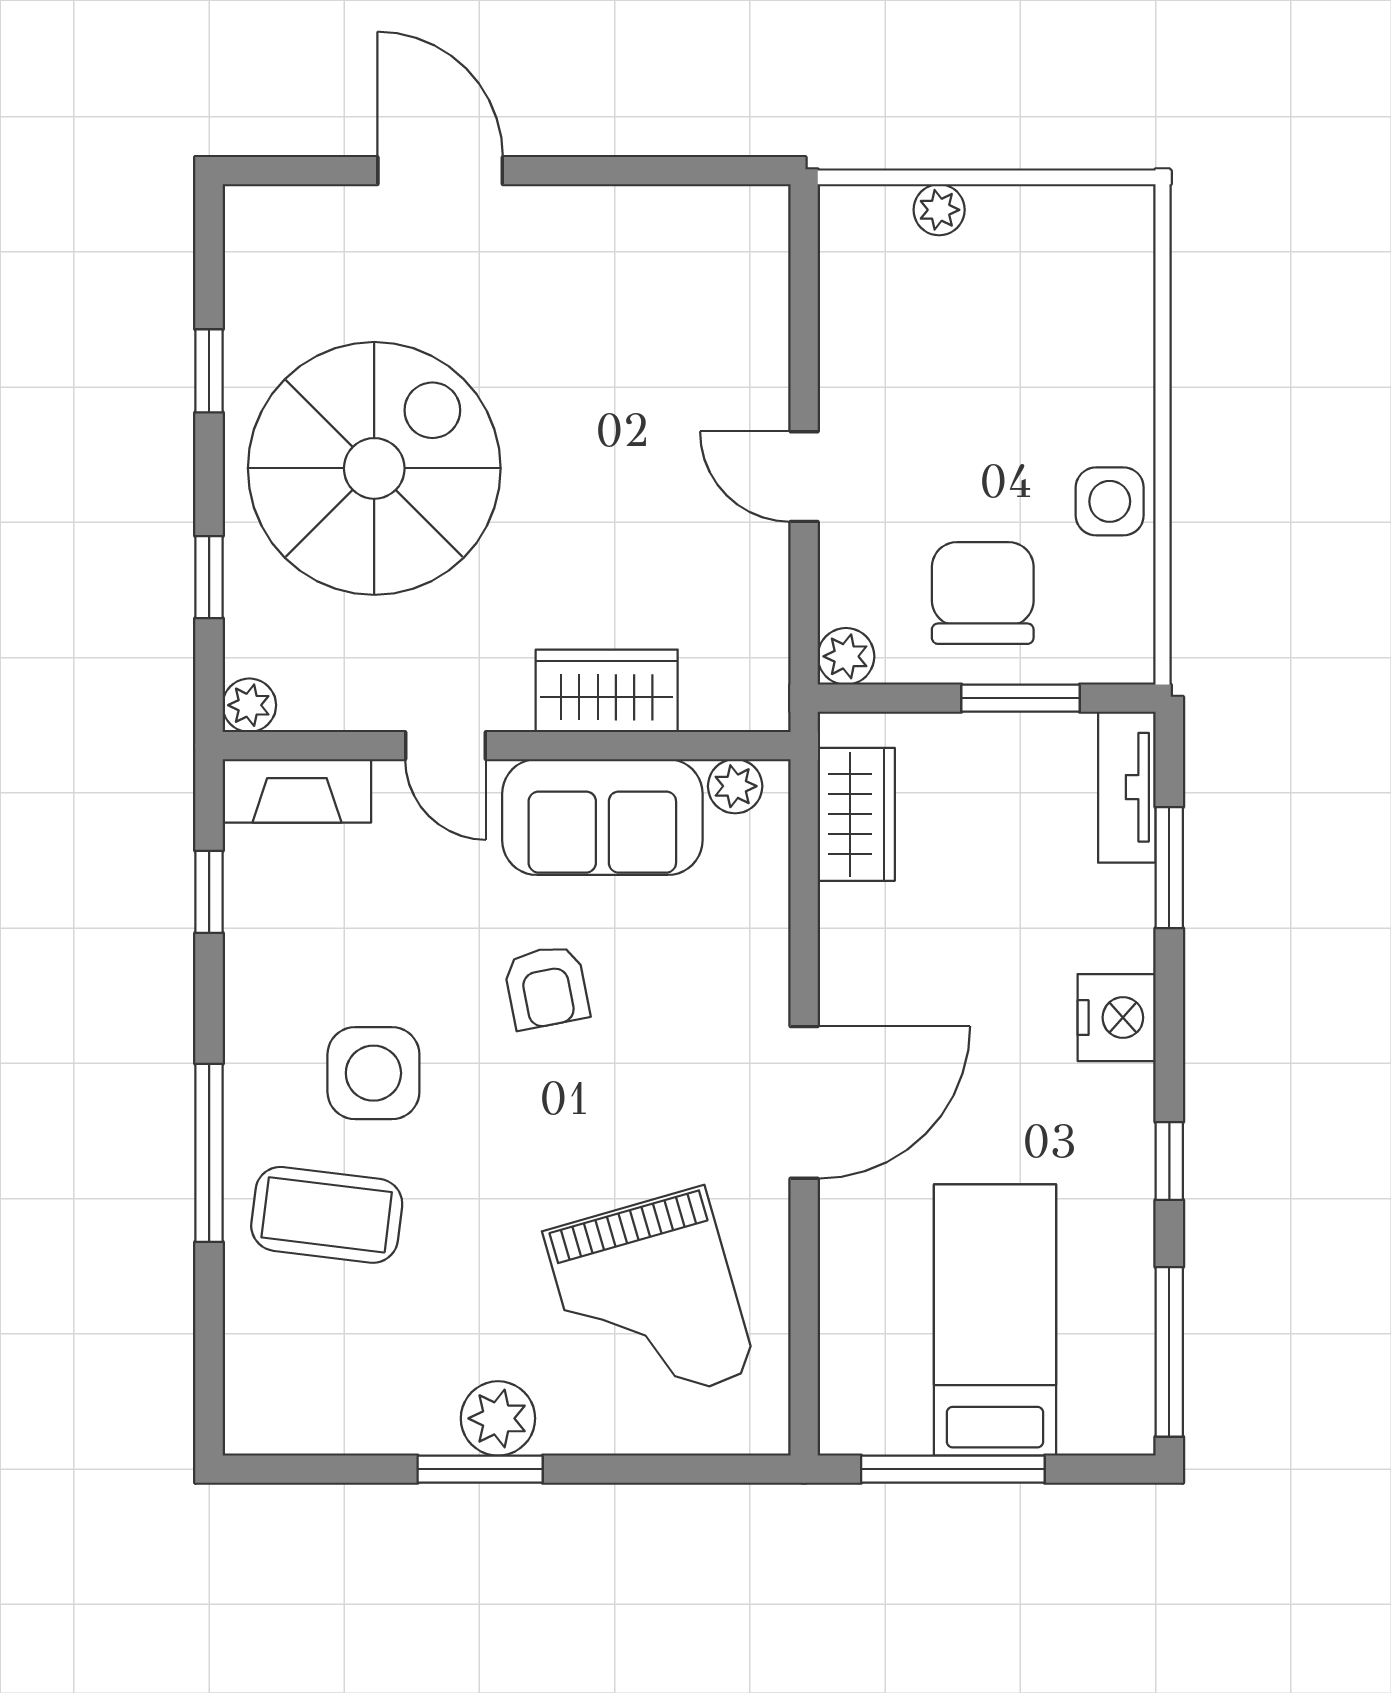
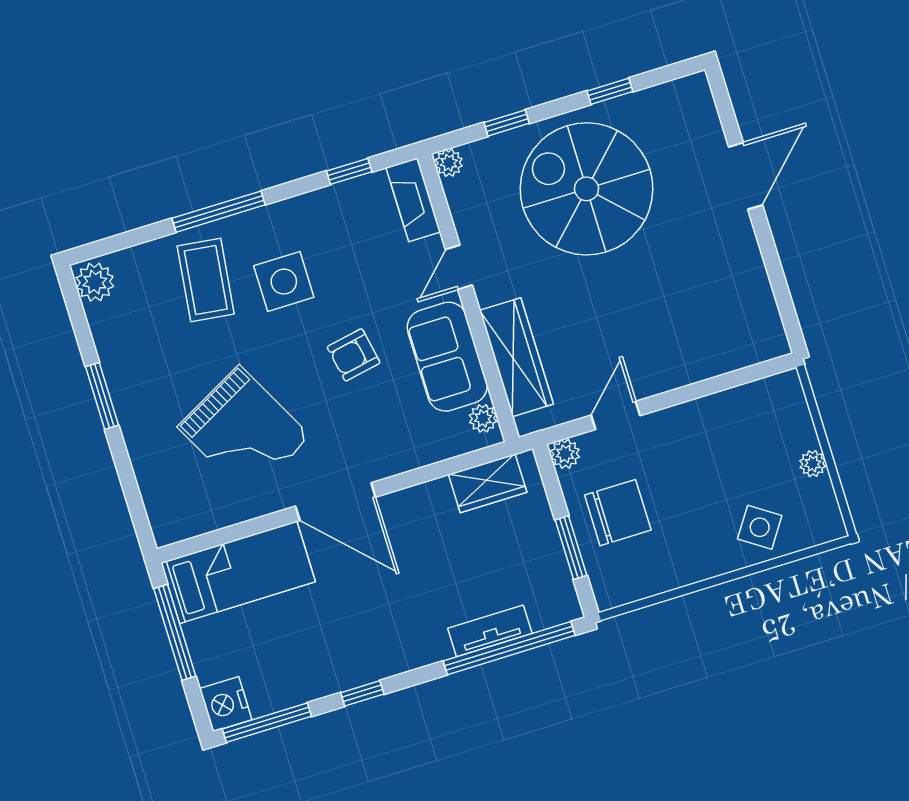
plant: (939, 210) -> (813, 464), moved
spiral stairs: (374, 468) -> (587, 189), turned 180
door: (804, 477) -> (616, 415), moved
side table: (1110, 501) -> (760, 527), moved, turned 34
wardrobe: (607, 691) -> (516, 357), width x1.50
tv unit: (1127, 787) -> (490, 631), moved
window: (1169, 868) -> (509, 648), width x2.11
nightstand: (1117, 1018) -> (226, 704), moved, turned 90
grand piano: (650, 1302) -> (244, 432), moved, turned -102
bed: (995, 1320) -> (238, 572), moved
plant: (498, 1418) -> (95, 282), moved

